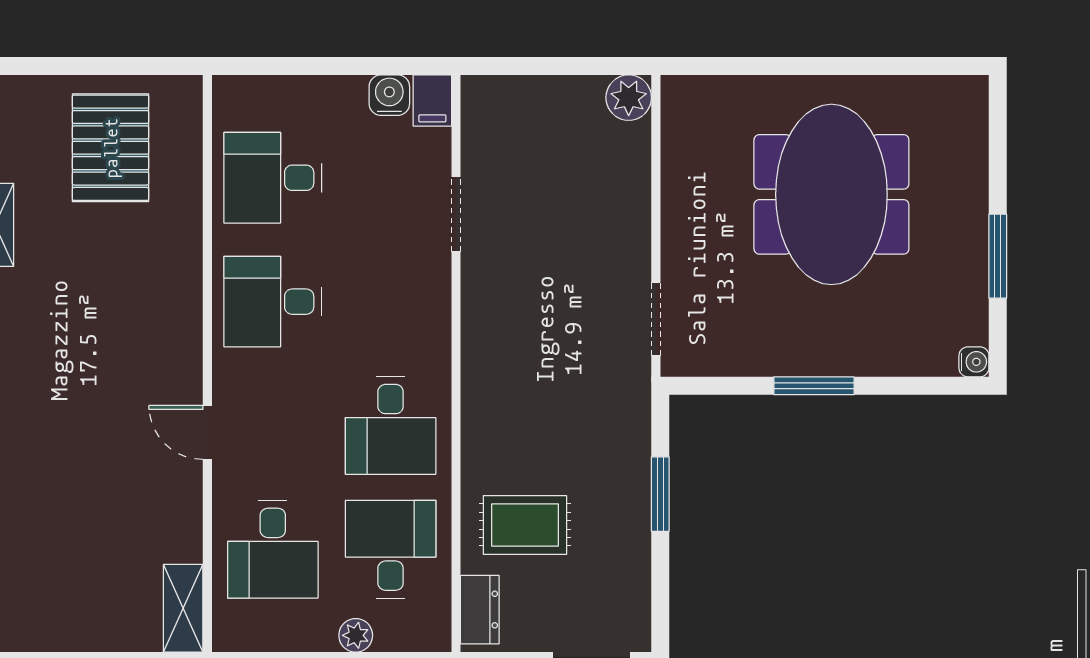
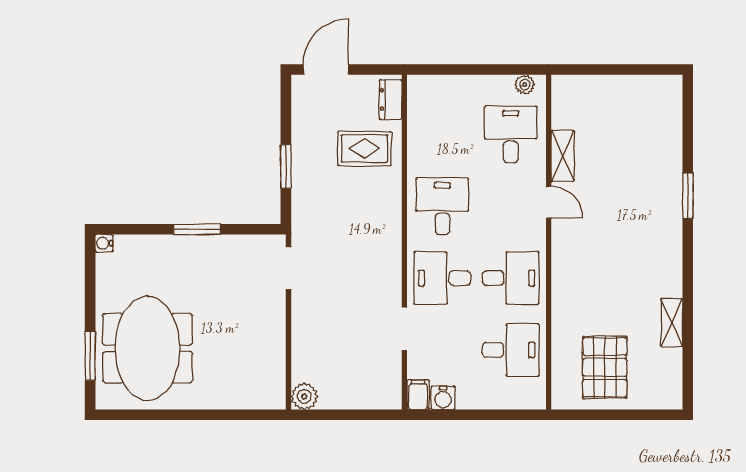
meeting table: (831, 194) -> (147, 348), moved
window: (998, 256) -> (90, 356), moved
desk: (391, 549) -> (442, 278), moved, turned 90
shelving: (183, 608) -> (563, 156), moved
plant: (356, 635) -> (525, 85), moved

